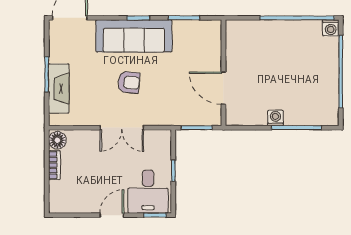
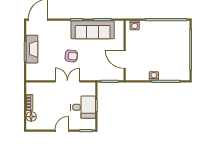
washing machine: (331, 28) -> (135, 25), moved
sofa: (134, 36) -> (93, 30), moved
fireplace: (59, 89) -> (32, 49), moved
double door: (122, 128) -> (67, 81), swing flipped
floor lamp: (57, 140) -> (31, 117), moved
desk: (148, 192) -> (83, 107), moved, turned -90

